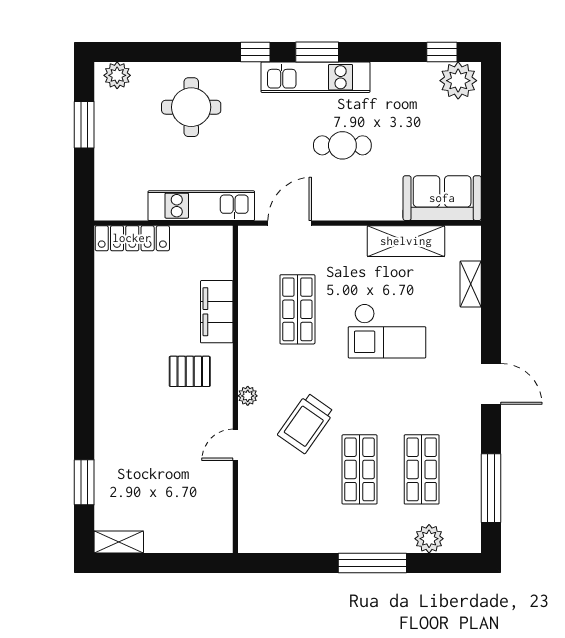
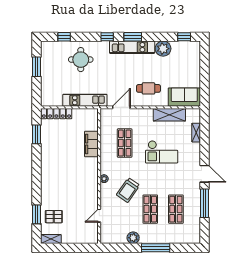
window: (151, 52) -> (64, 37), added
plant: (117, 75) -> (50, 46), removed
plant: (458, 81) -> (163, 49), moved
cafe table: (342, 145) -> (148, 88), moved
window: (84, 288) -> (37, 134), added
pallet: (190, 371) -> (54, 217), moved
door: (235, 445) -> (99, 216), moved
window: (491, 488) -> (205, 203), moved
plant: (429, 539) -> (133, 238), moved

